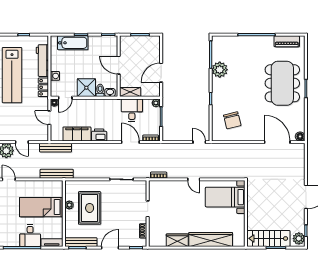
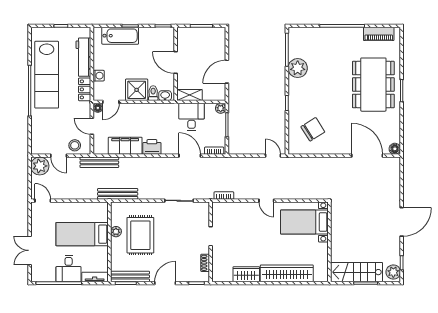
chair: (232, 120) -> (313, 129), turned -108
stool: (35, 134) -> (75, 145), added
bench: (57, 174) -> (118, 194), moved

